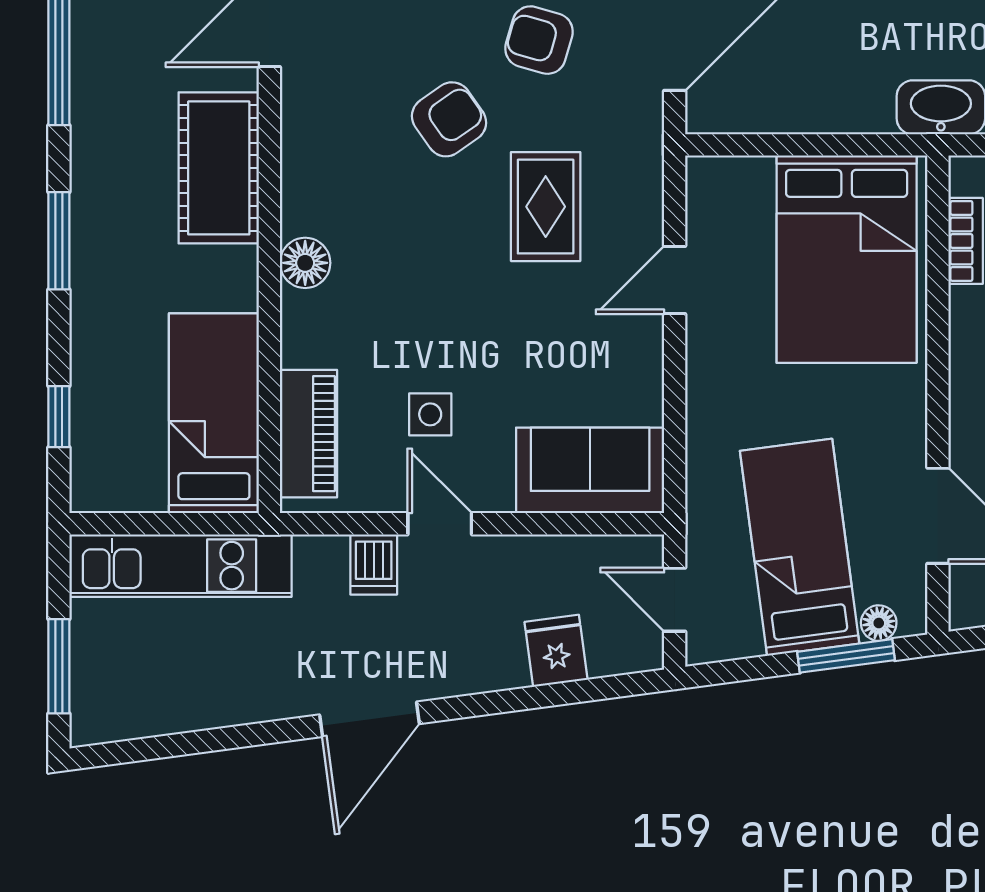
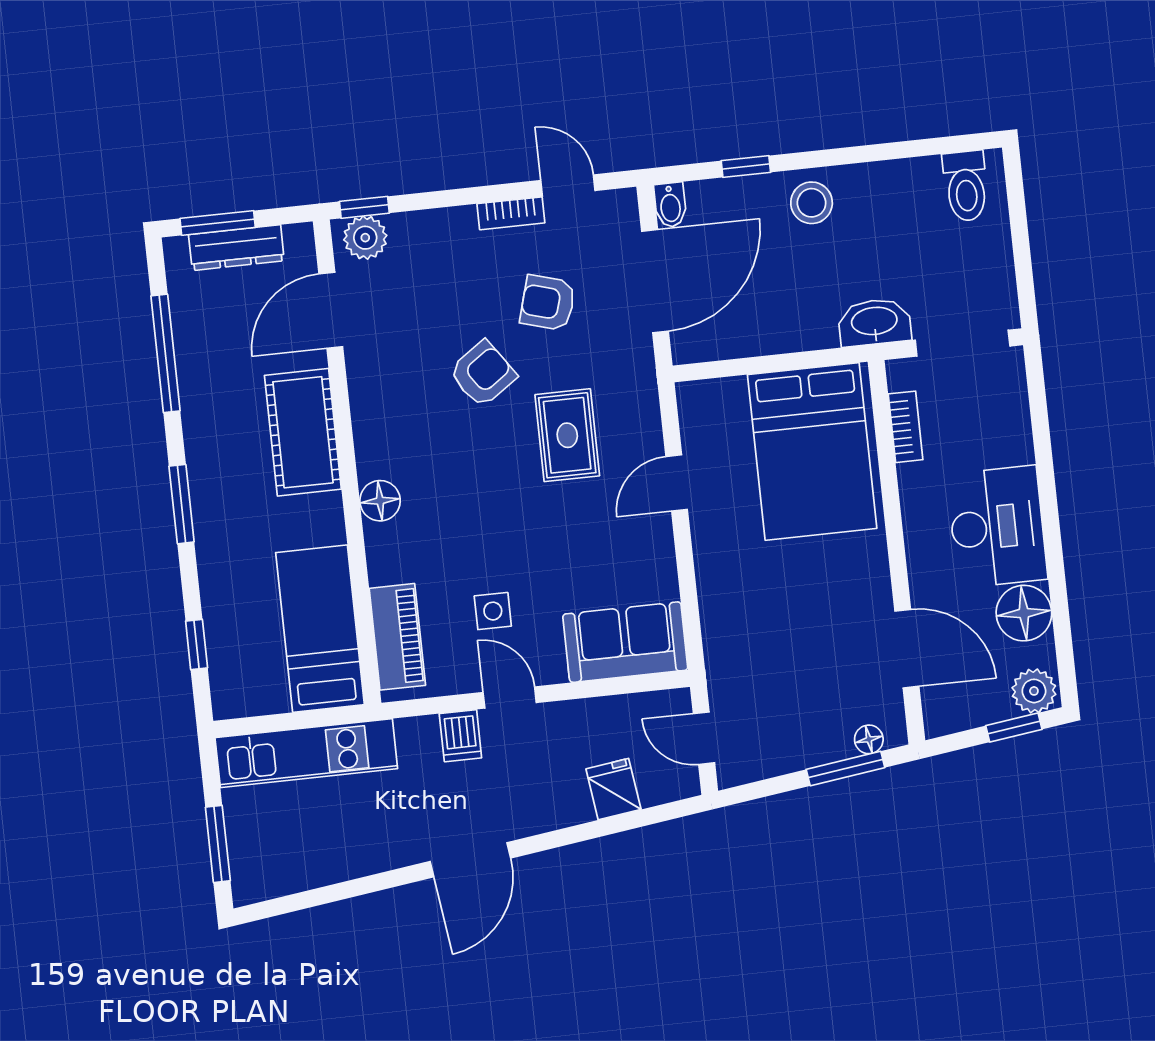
bed: (800, 547) -> (799, 686), removed

